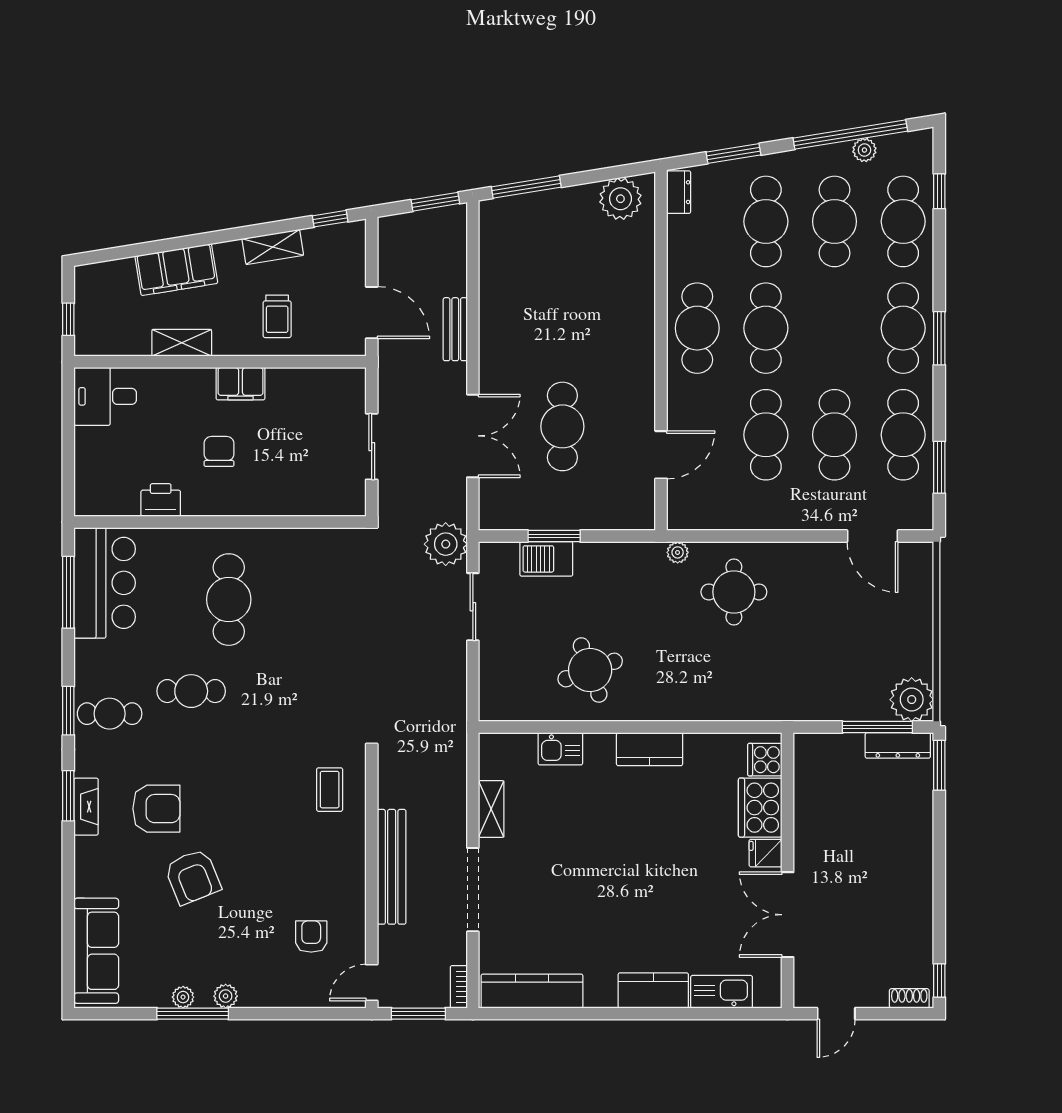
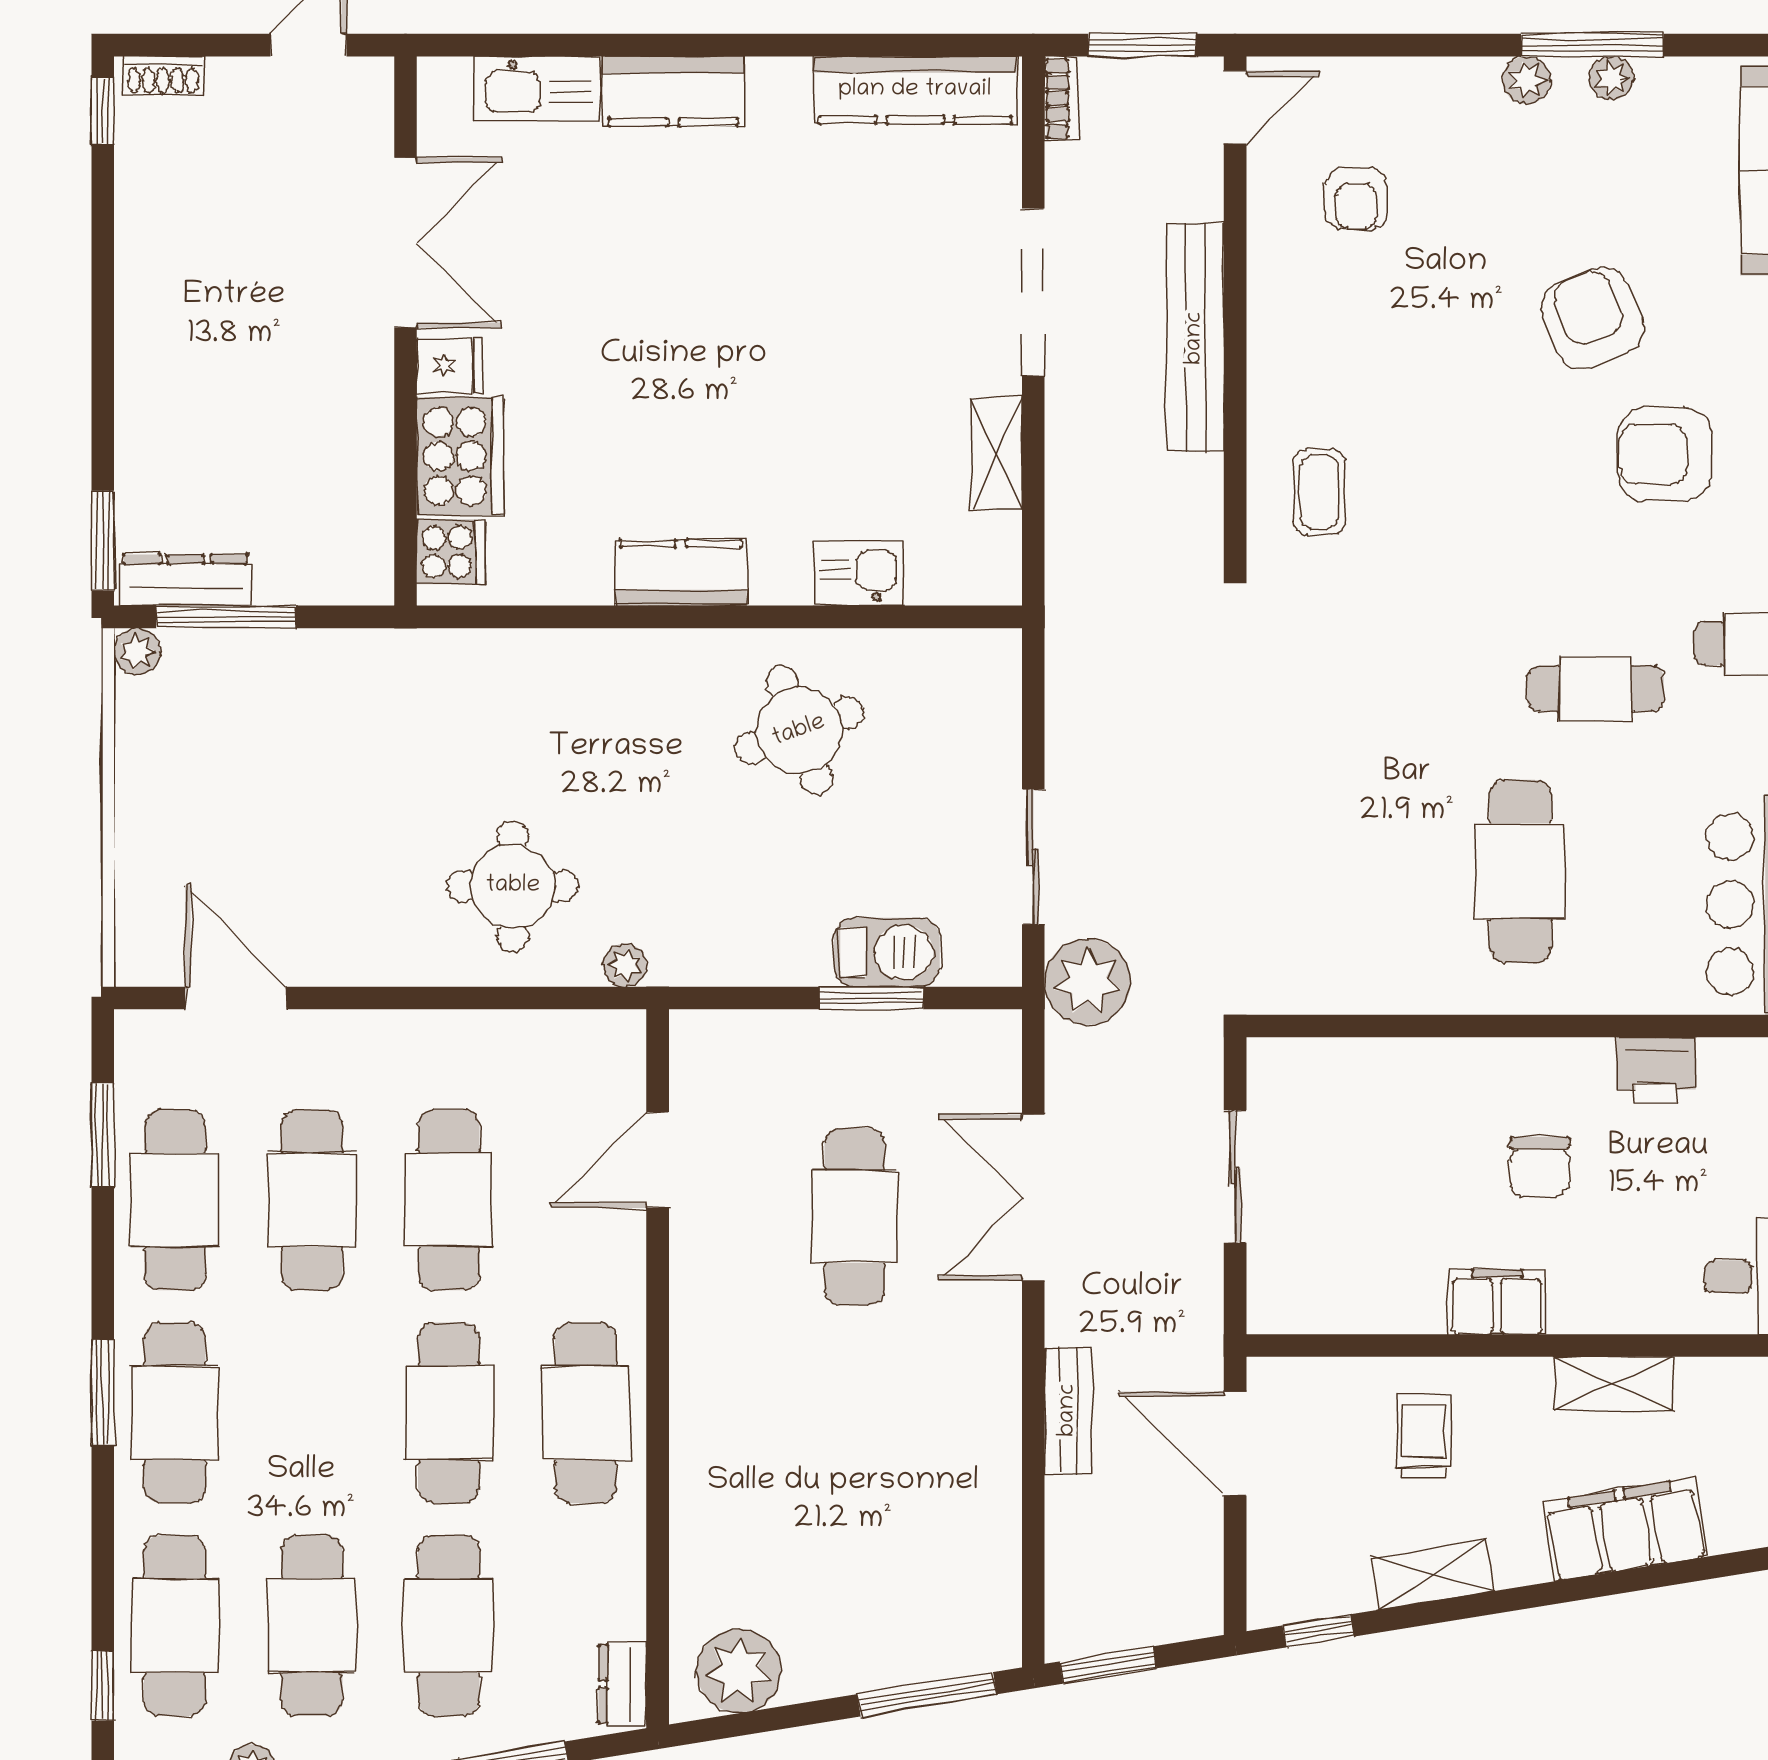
plant: (912, 700) -> (137, 651), width x0.53, depth x0.53

